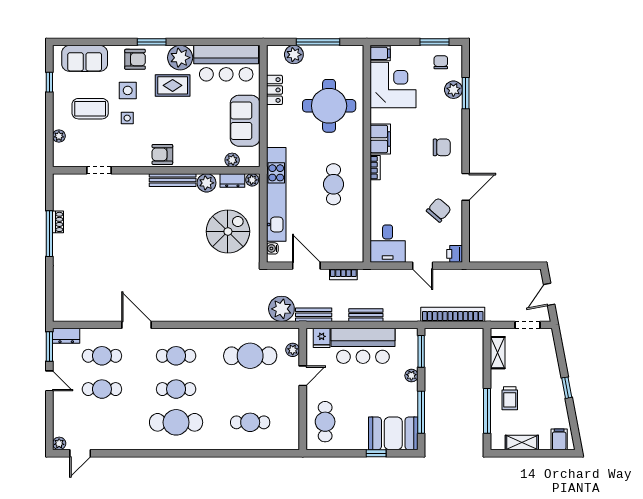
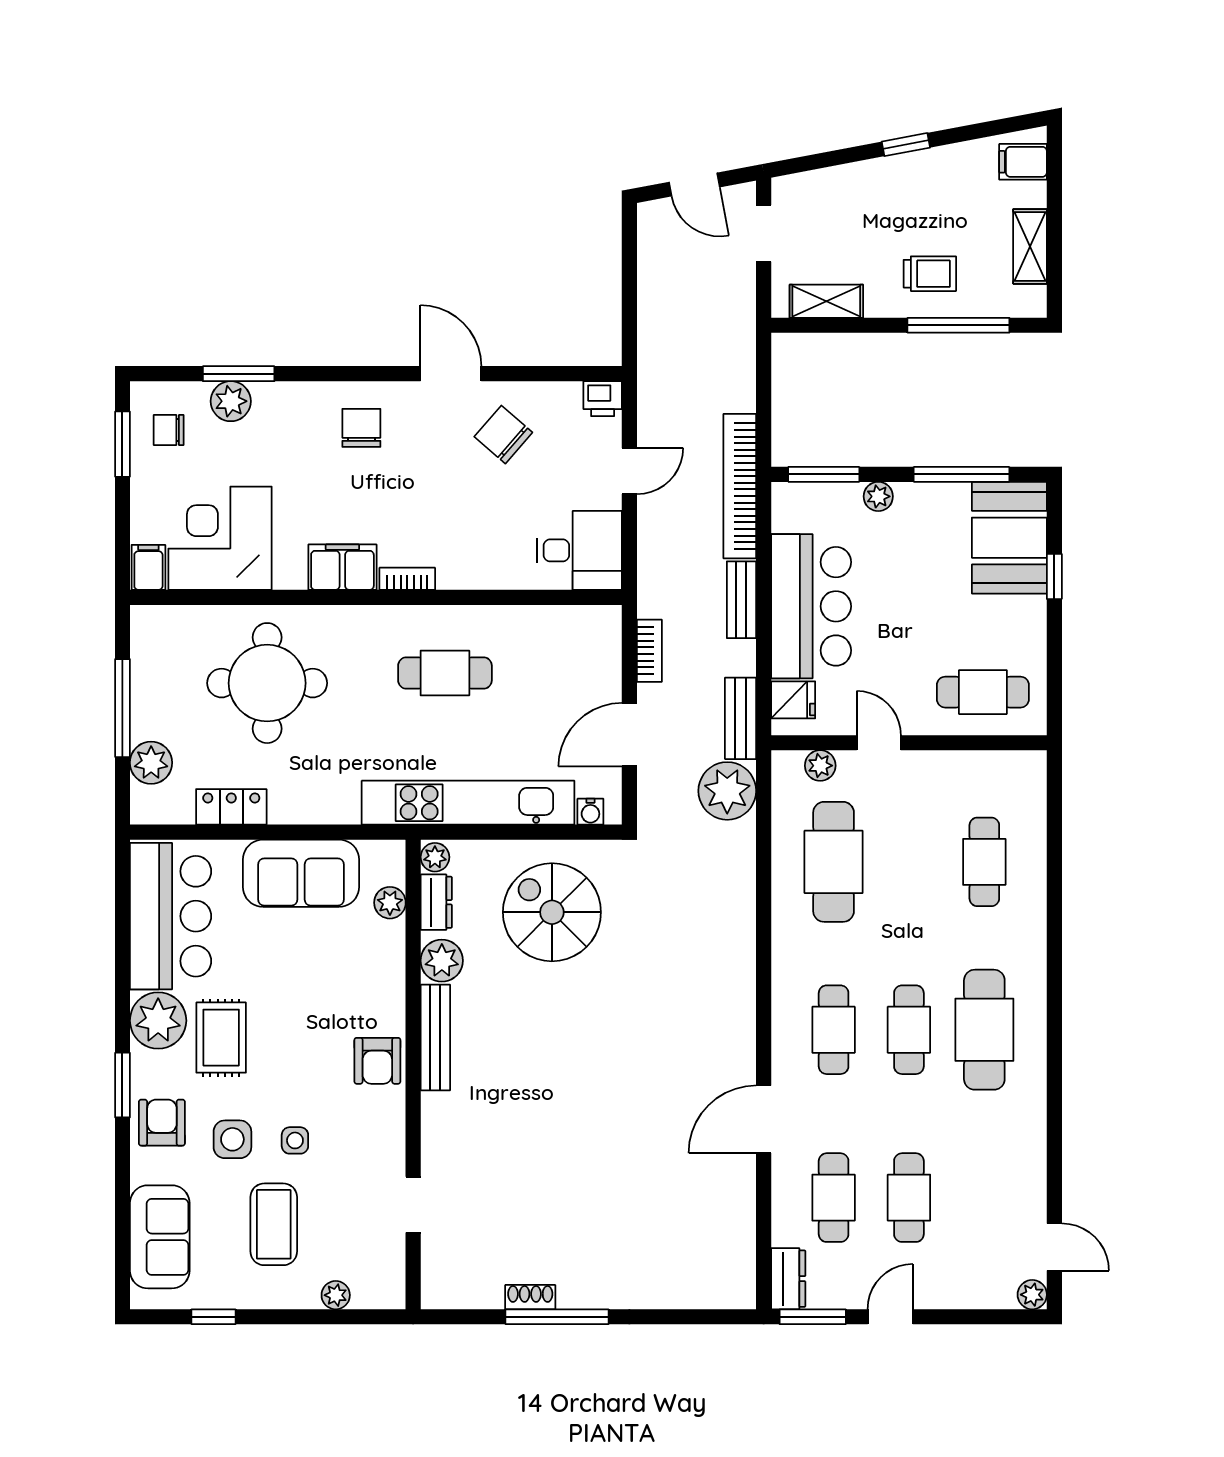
bookcase: (453, 314) -> (740, 486), moved

